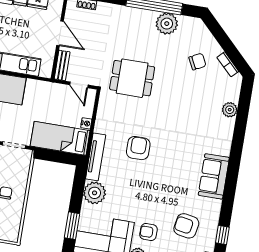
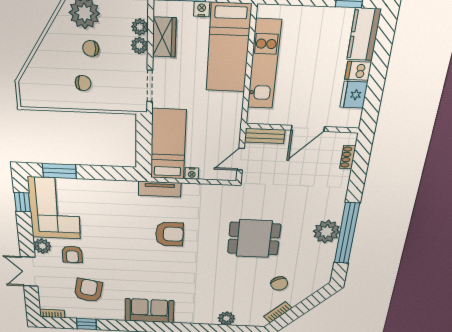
plant: (167, 24) -> (327, 232), moved
dining table: (132, 78) -> (254, 239), moved, turned 90
tv unit: (96, 157) -> (160, 189), width x0.71
plant: (95, 193) -> (106, 192), removed
armchair: (149, 232) -> (72, 254), turned 180

